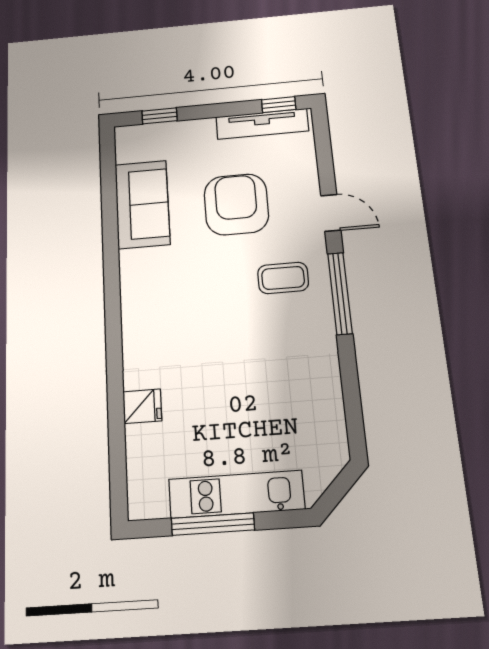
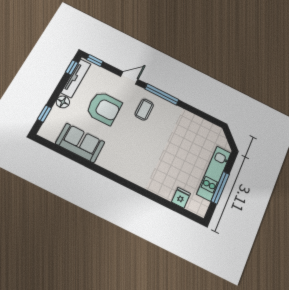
floor lamp: (201, 131) -> (63, 102), added
window: (322, 133) -> (95, 61), added
armchair: (236, 204) -> (104, 108), turned 180
fridge: (142, 406) -> (181, 198), moved

